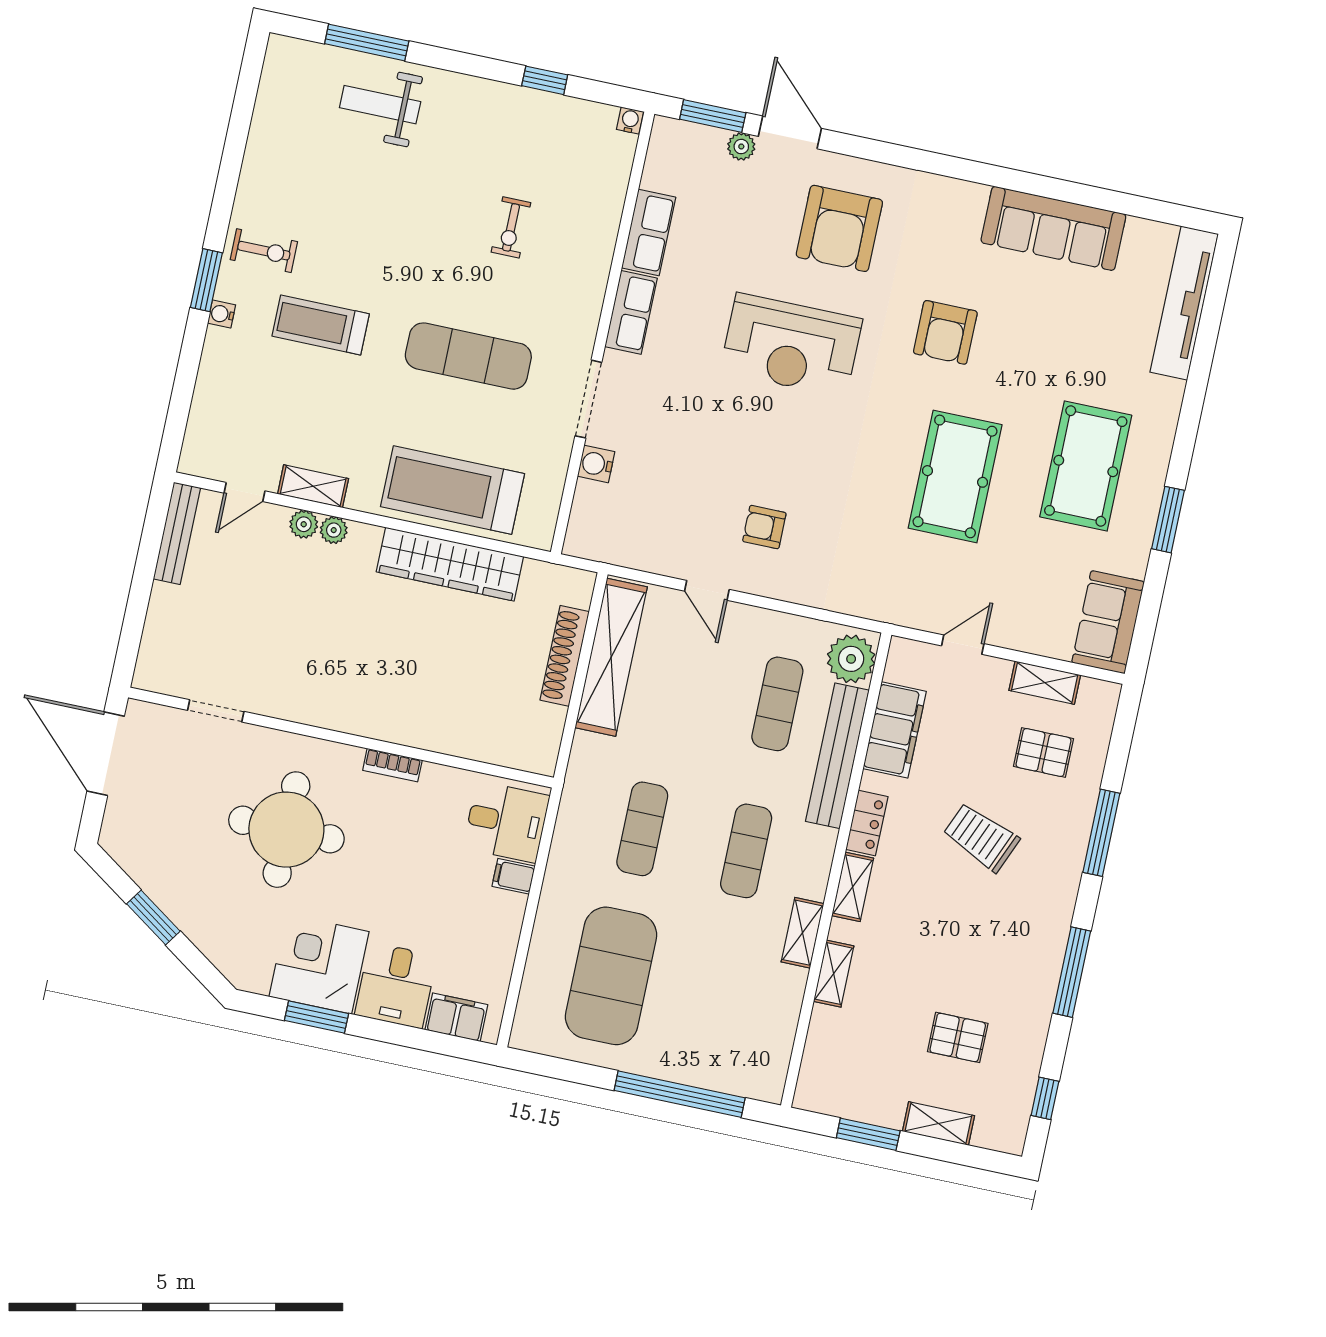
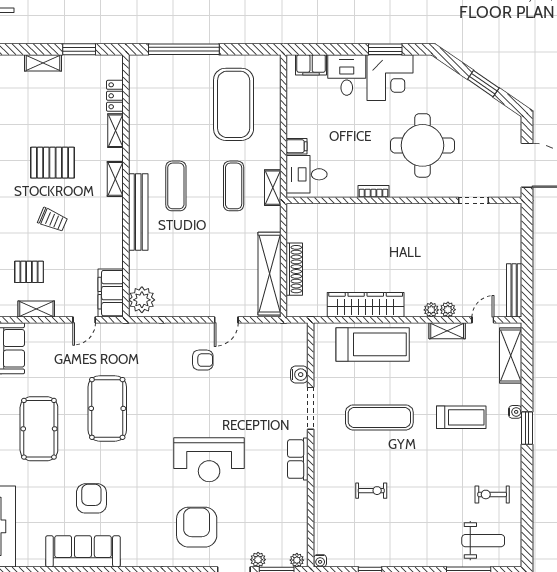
weight bench: (380, 105) -> (483, 541), moved
plant: (672, 131) -> (297, 560), added
exercise bike: (511, 227) -> (371, 491), turned 90
row of seats: (649, 233) -> (298, 503), removed
exercise bike: (264, 251) -> (492, 494), moved
armchair: (945, 332) -> (91, 498), moved
reception desk: (791, 345) -> (209, 460), turned 180
shelving: (208, 417) -> (511, 356), added
door: (707, 590) -> (226, 320), swing flipped
exercise mat: (777, 704) -> (176, 268), removed
filing cabinet: (895, 730) -> (111, 293), moved
bench: (837, 756) -> (138, 212), moved
locker: (867, 823) -> (115, 96), moved
trolley: (981, 837) -> (53, 220), width x0.73, depth x0.72
shelving: (802, 933) -> (273, 188), moved
pallet: (958, 1037) -> (53, 163), moved, width x1.50, depth x1.42

